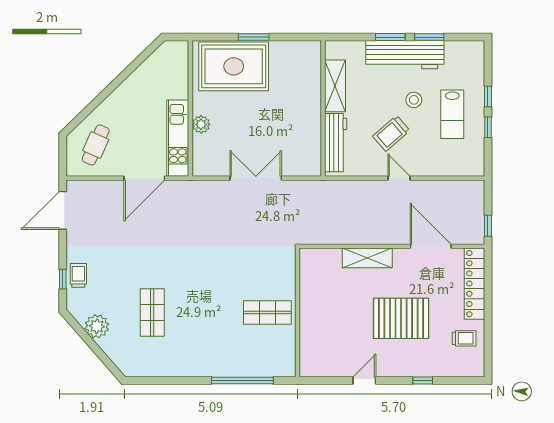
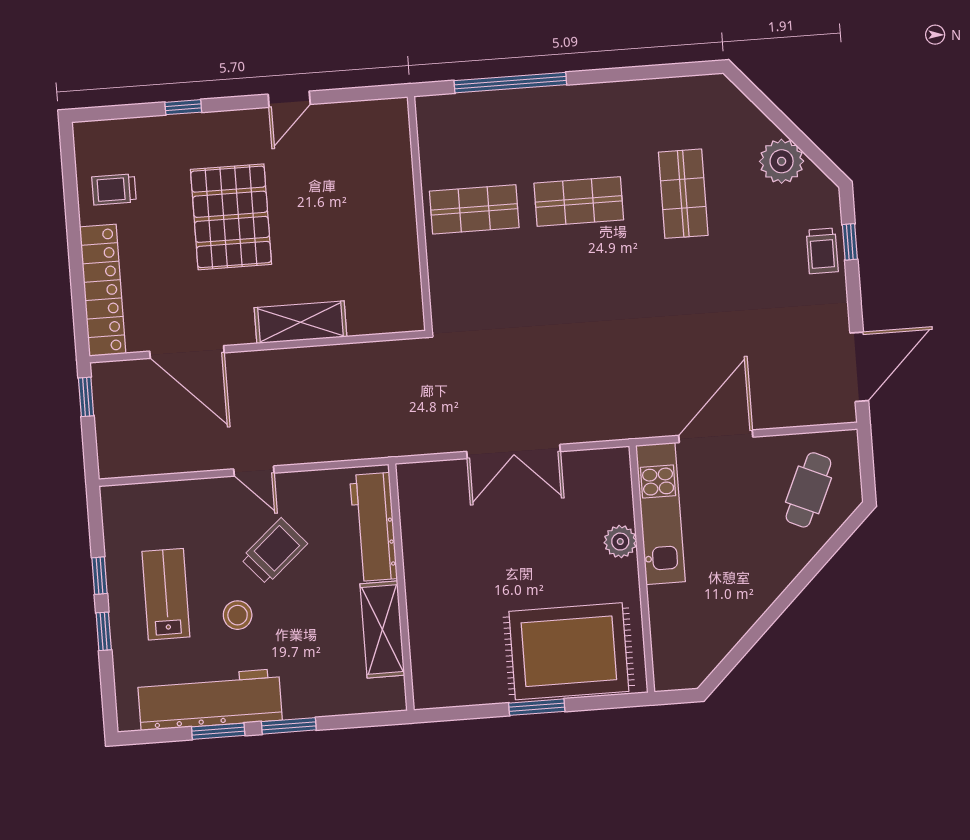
workbench: (405, 55) -> (210, 700), moved
shop shelf: (210, 313) -> (579, 202), added
pallet: (401, 318) -> (231, 217), turned 90

